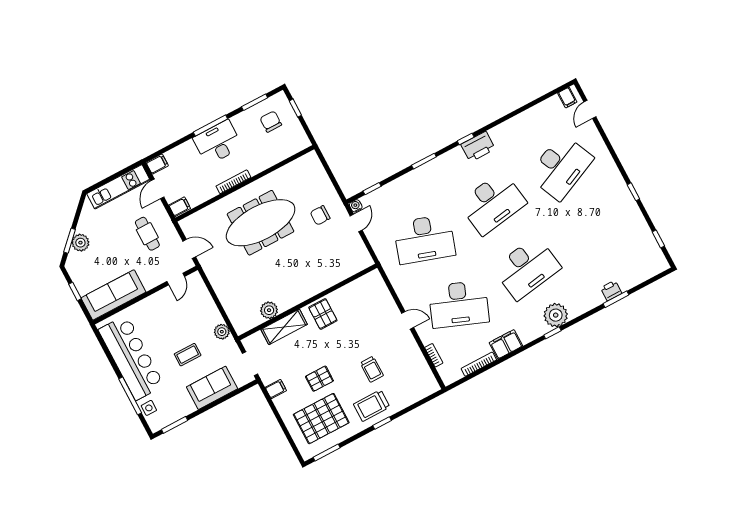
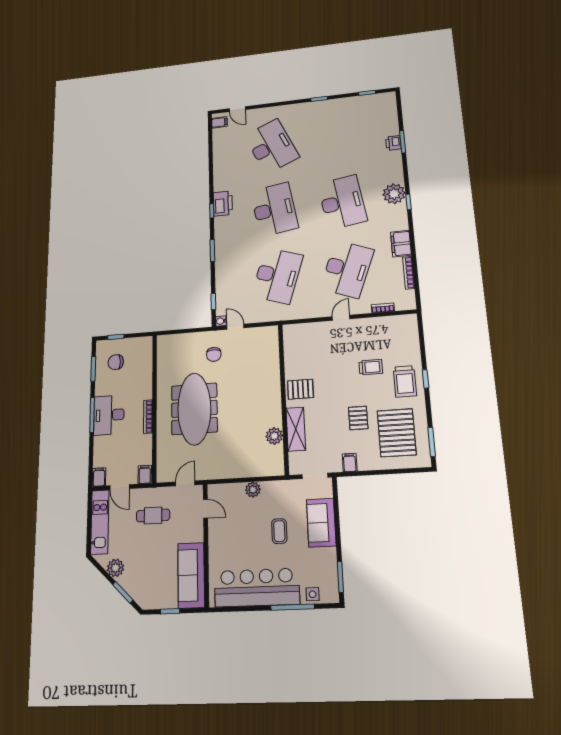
plant: (80, 243) -> (115, 568), moved
plant: (222, 332) -> (253, 490), moved

